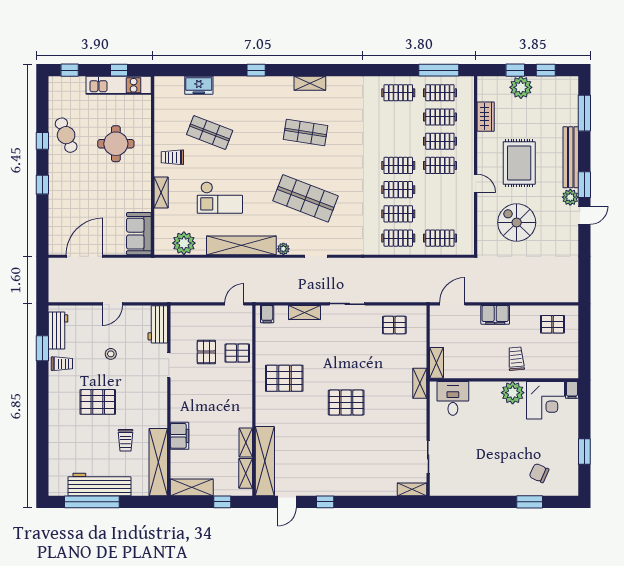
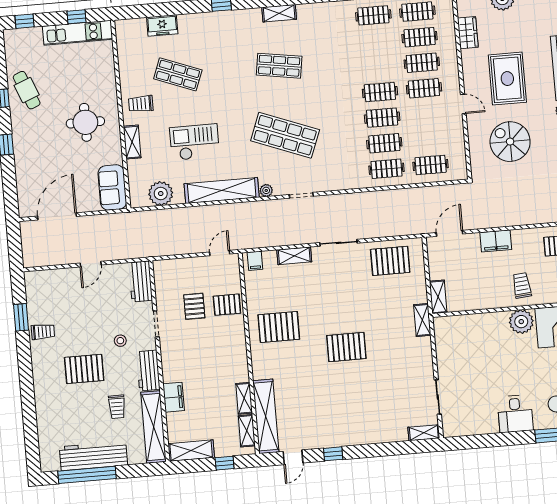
round table: (116, 144) -> (85, 122), moved
checkout: (220, 198) -> (194, 142), turned 180
pallet: (394, 325) -> (390, 261), width x1.50, depth x1.42
workbench: (58, 330) -> (148, 370), moved, turned 180
stool: (111, 354) -> (120, 341), moved
desk: (453, 398) -> (515, 414), moved, turned 180

